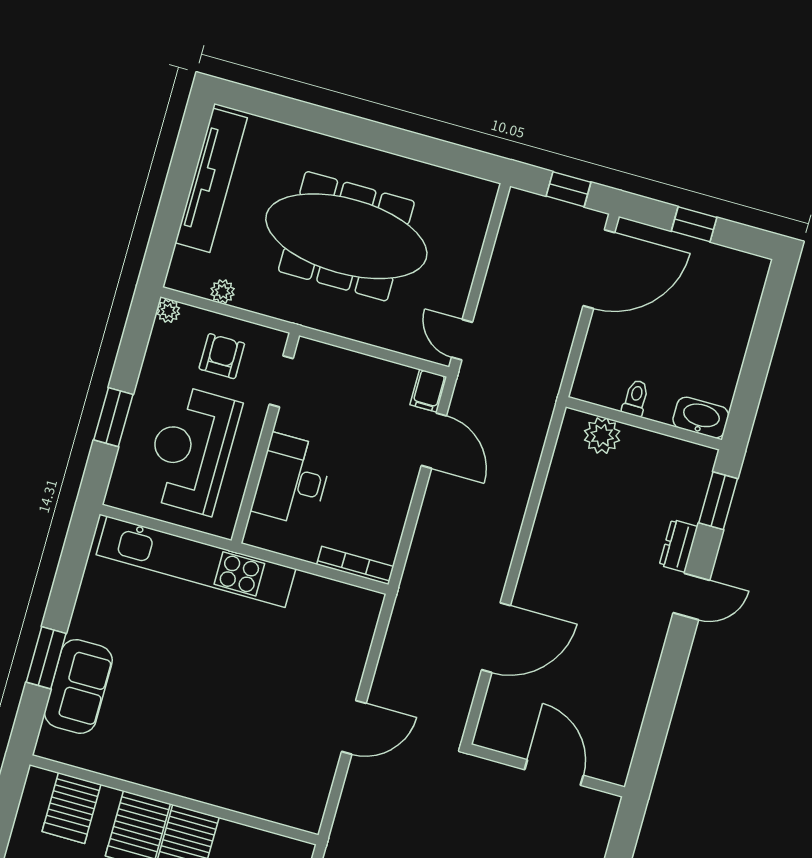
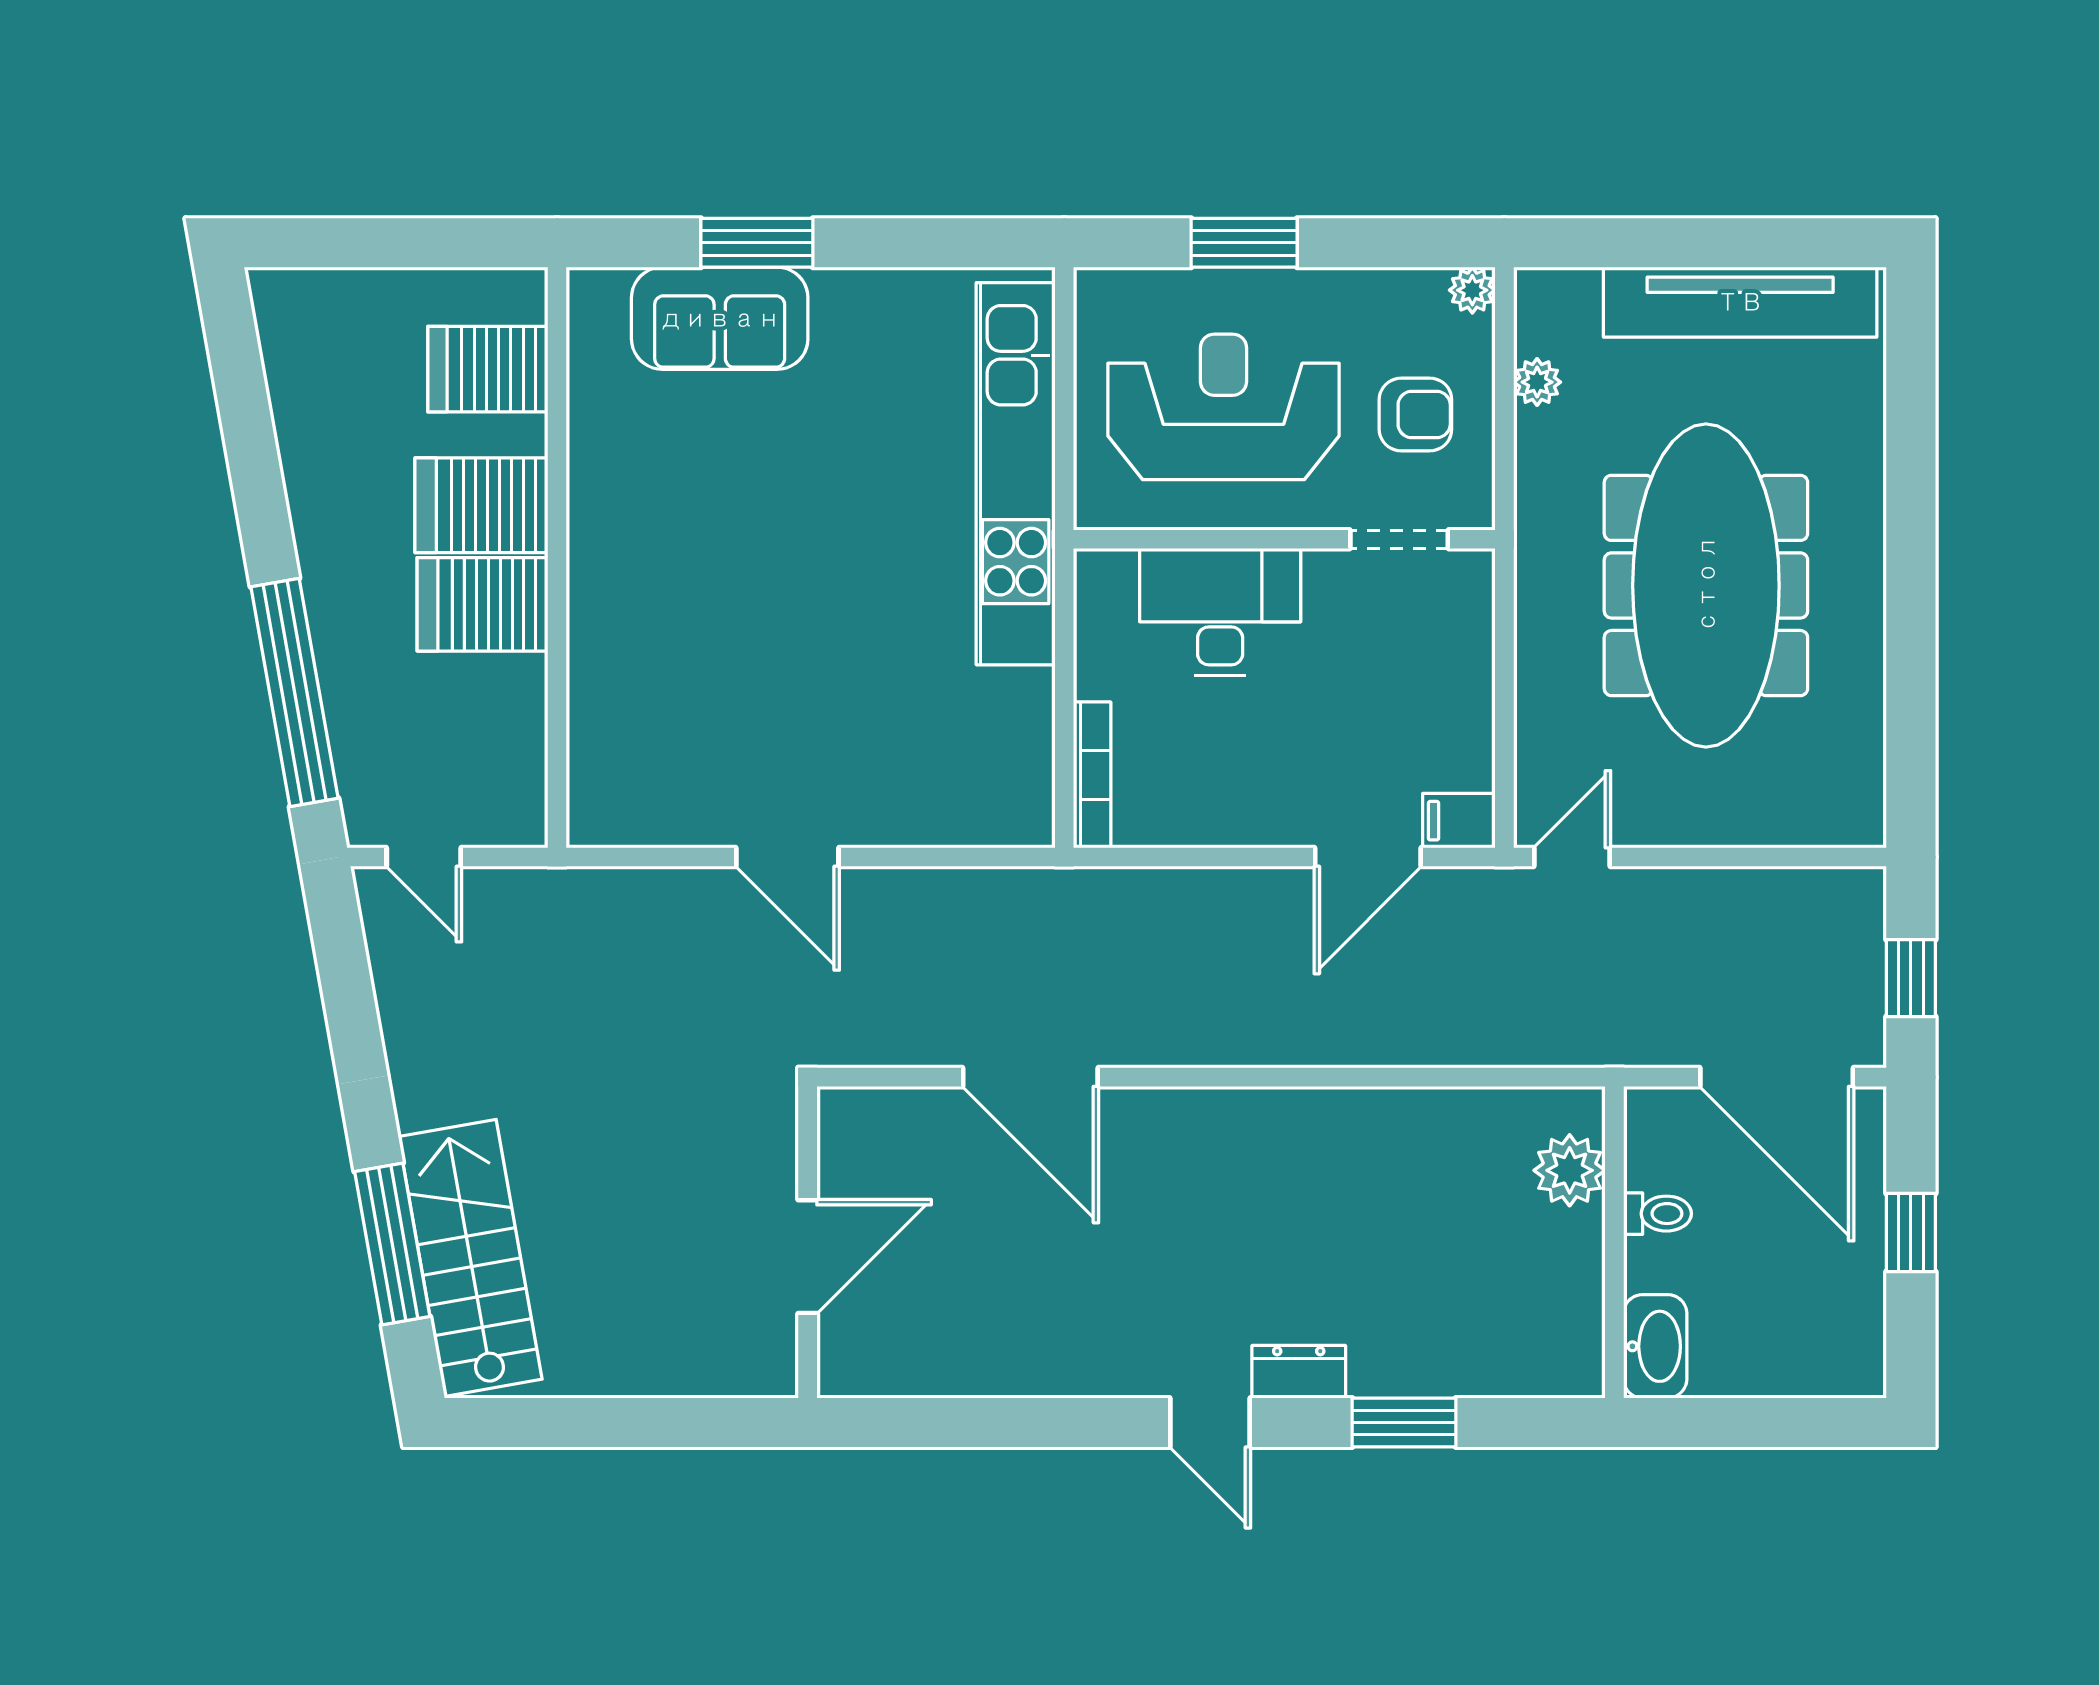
toilet: (636, 398) -> (1657, 1214), moved
washbasin: (701, 418) -> (1655, 1346), moved
wall: (644, 423) -> (1614, 1242), moved
plant: (602, 436) -> (1570, 1170), moved

